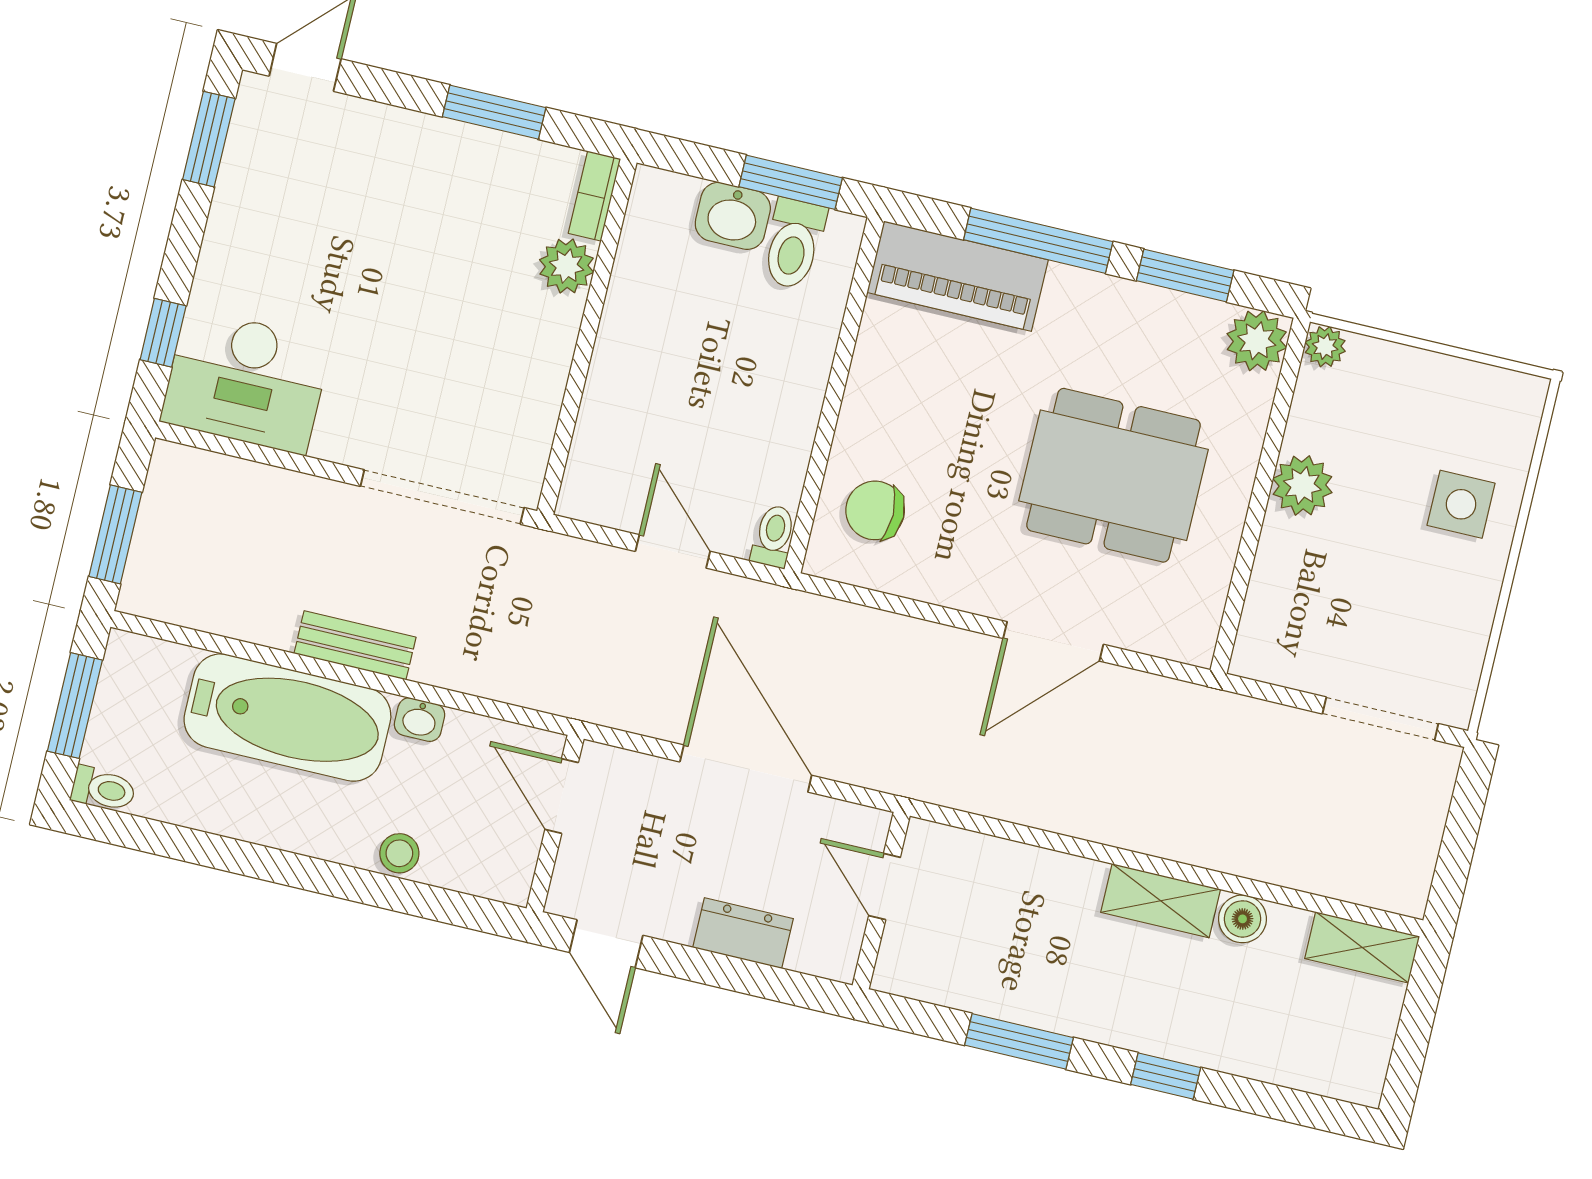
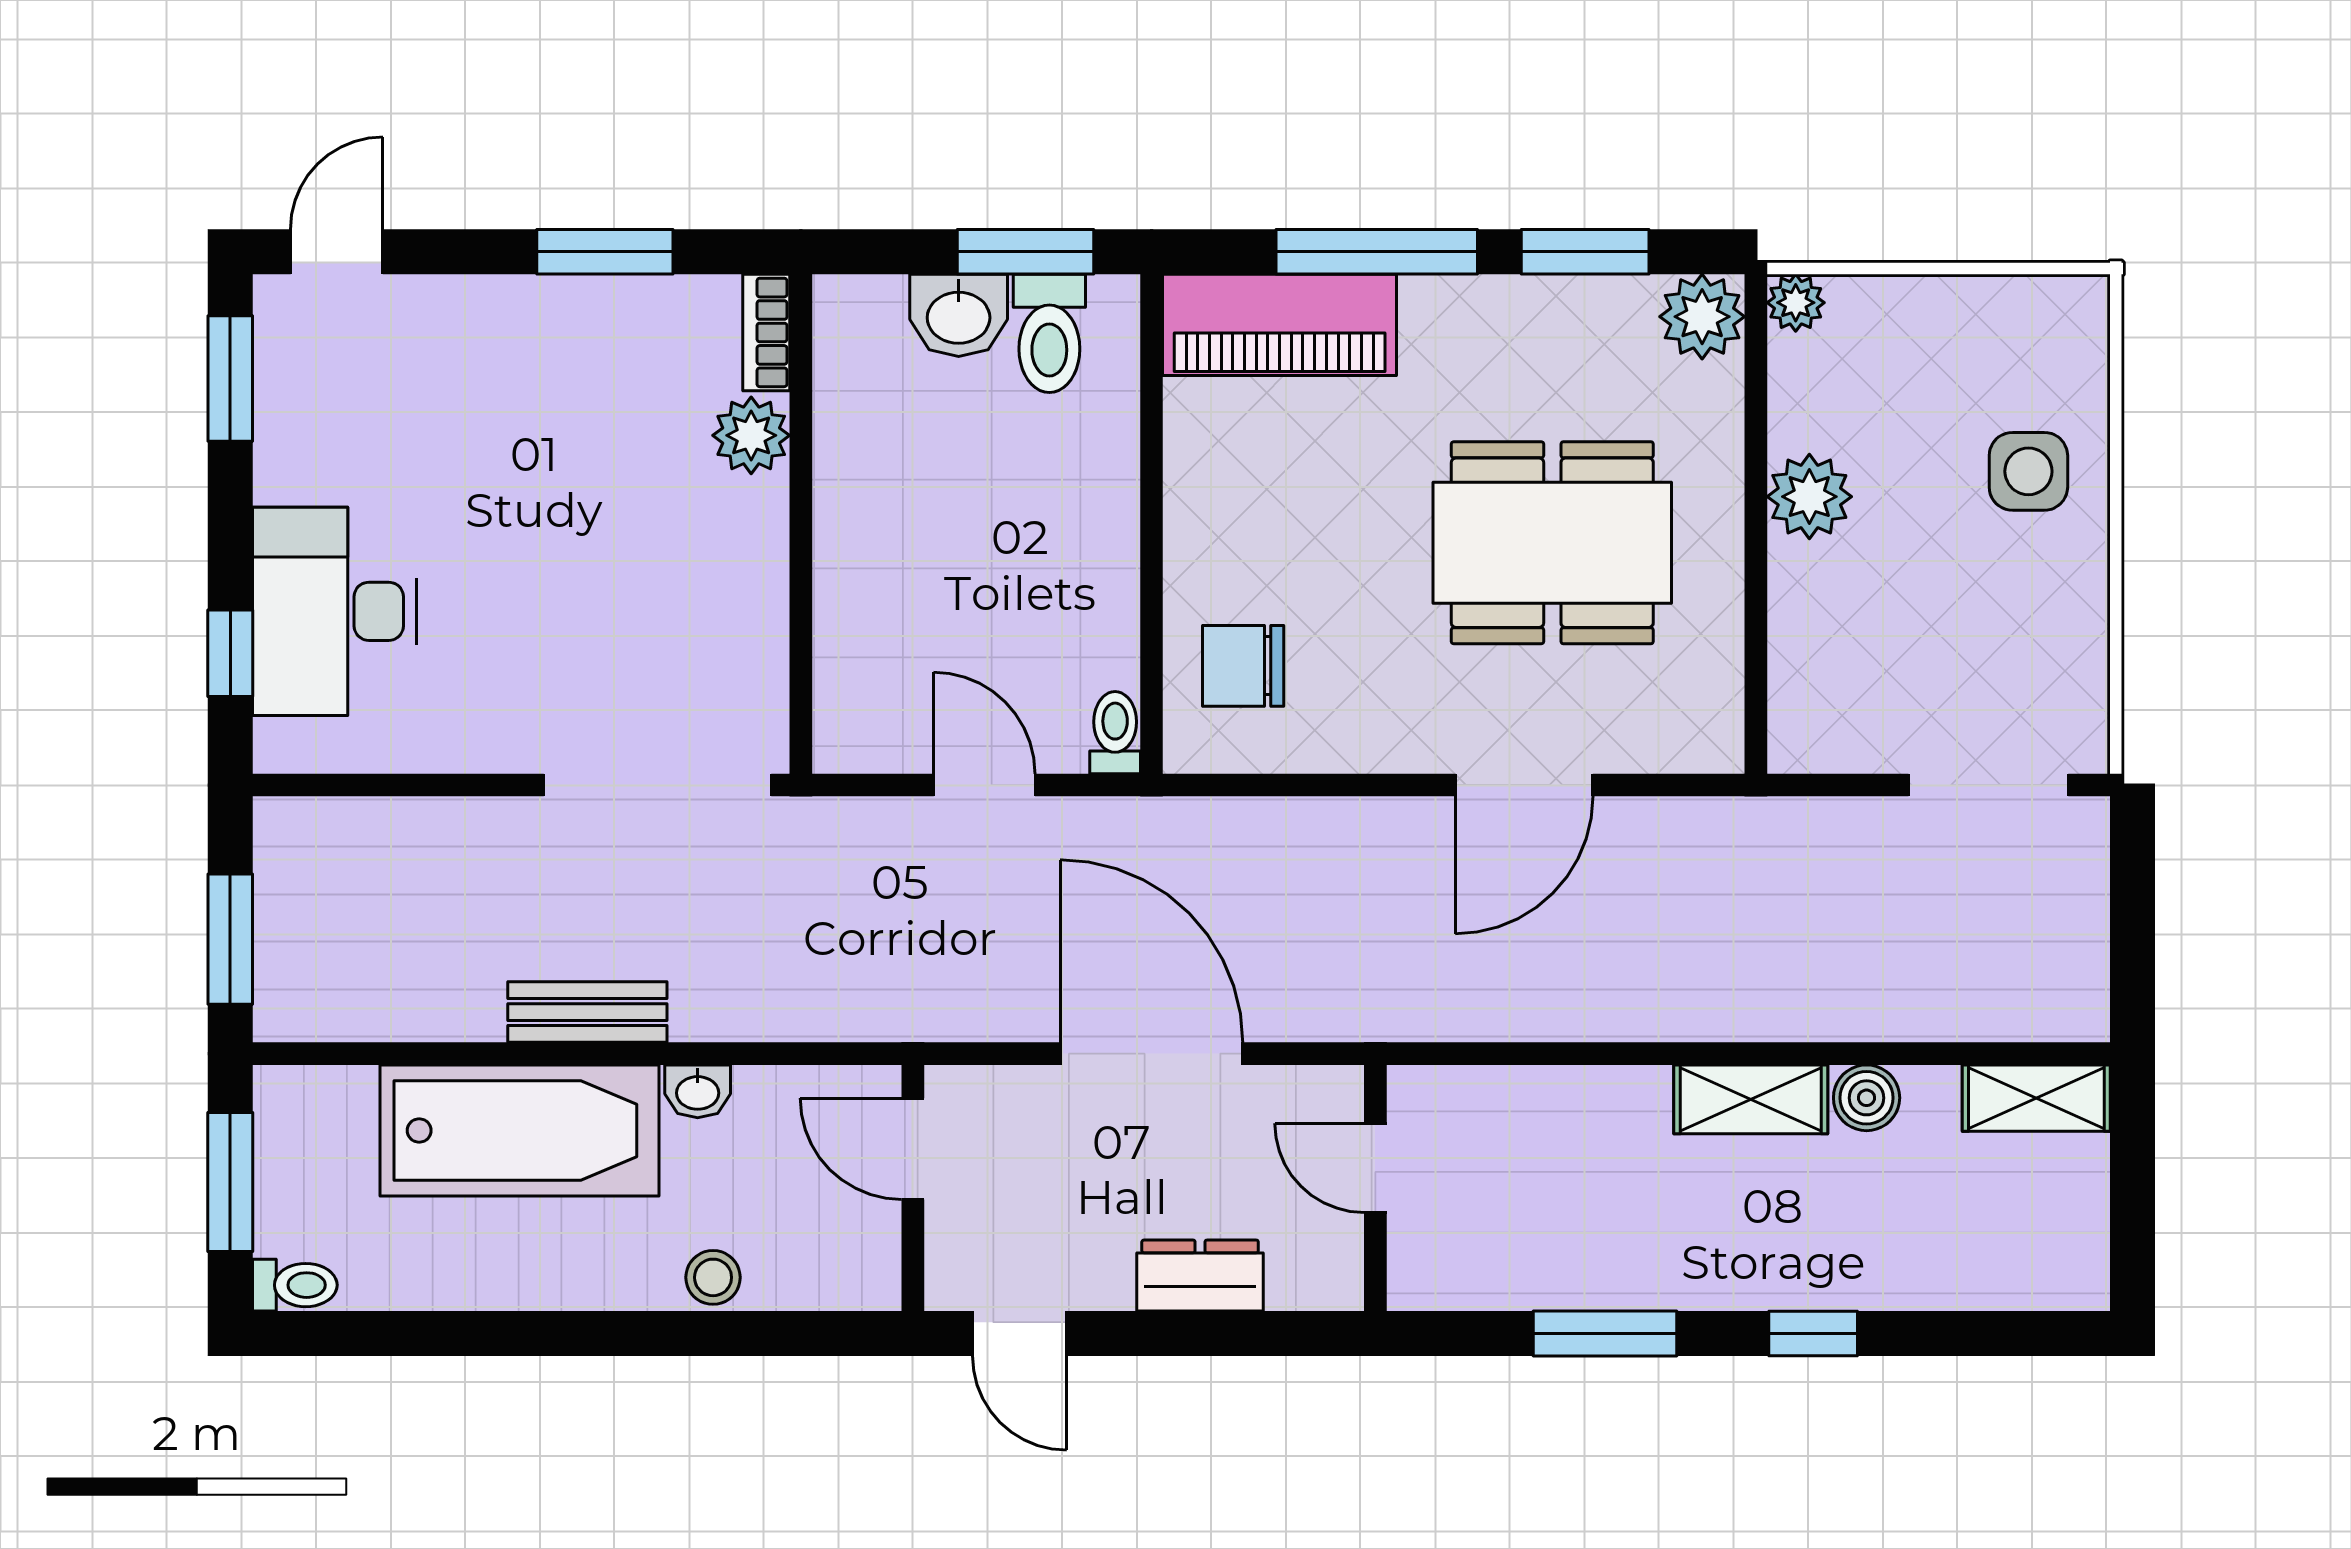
desk: (246, 381) -> (335, 611), moved, turned 90

